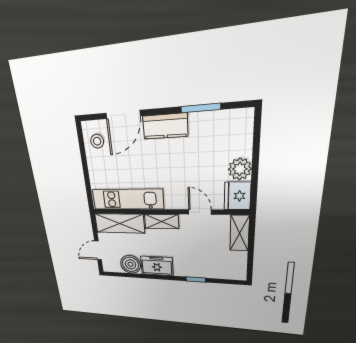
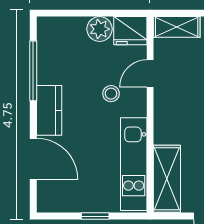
window: (201, 108) -> (33, 71), width x1.44
stool: (97, 141) -> (111, 94), moved
window: (86, 170) -> (95, 216), added
shelving: (162, 221) -> (163, 122), removed

